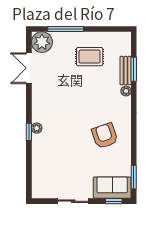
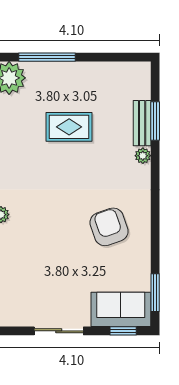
rug: (90, 57) -> (69, 127), moved

